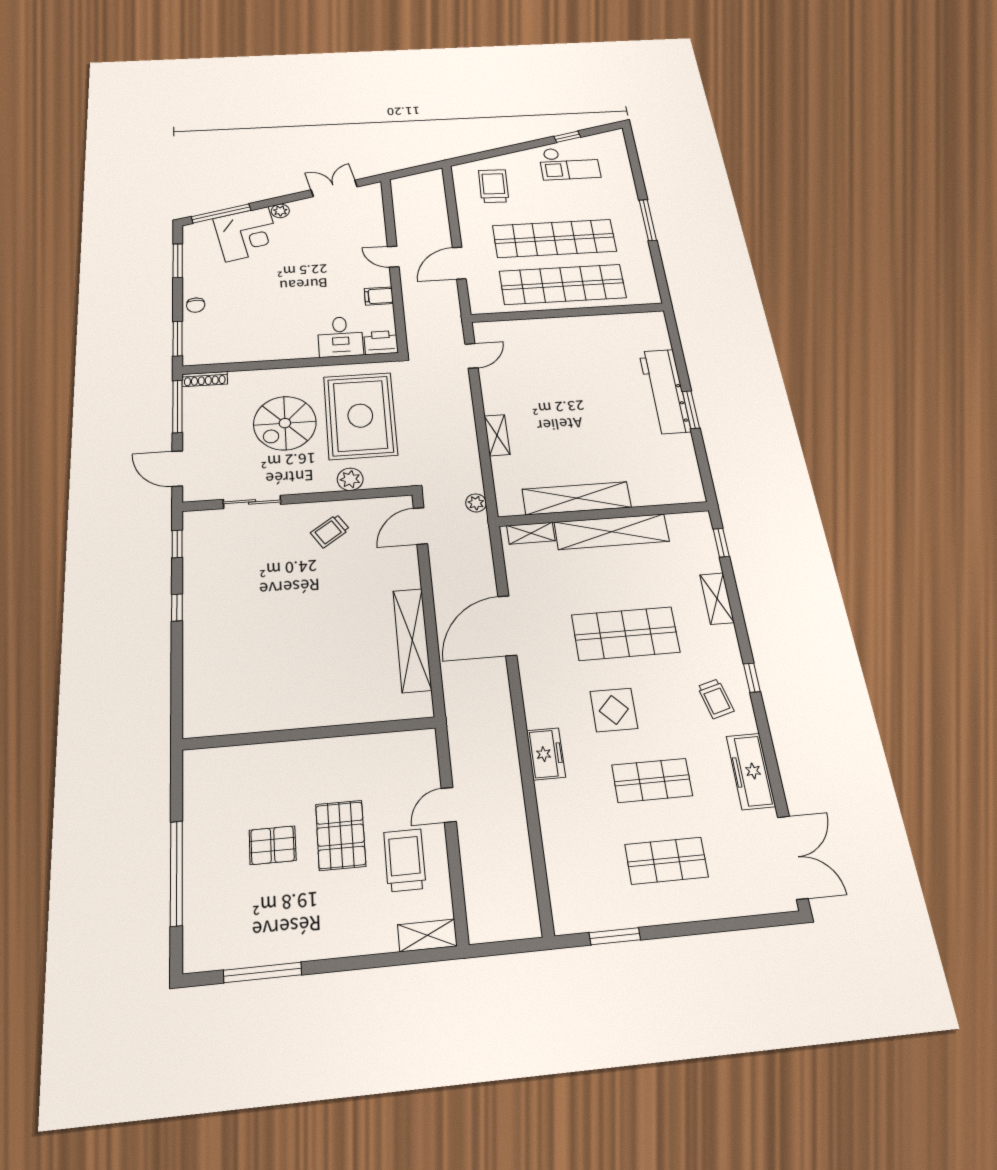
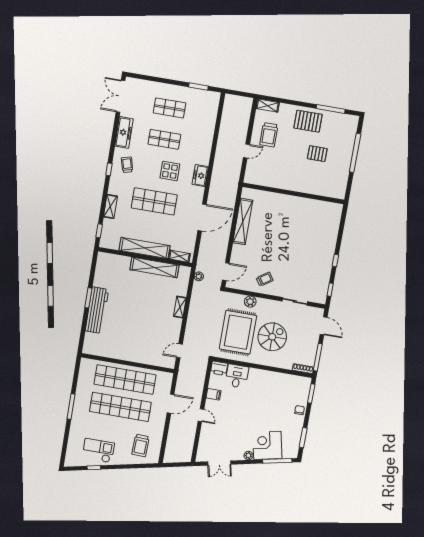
freezer: (546, 754) -> (200, 176), moved
pallet: (341, 835) -> (308, 121), moved, turned 90

